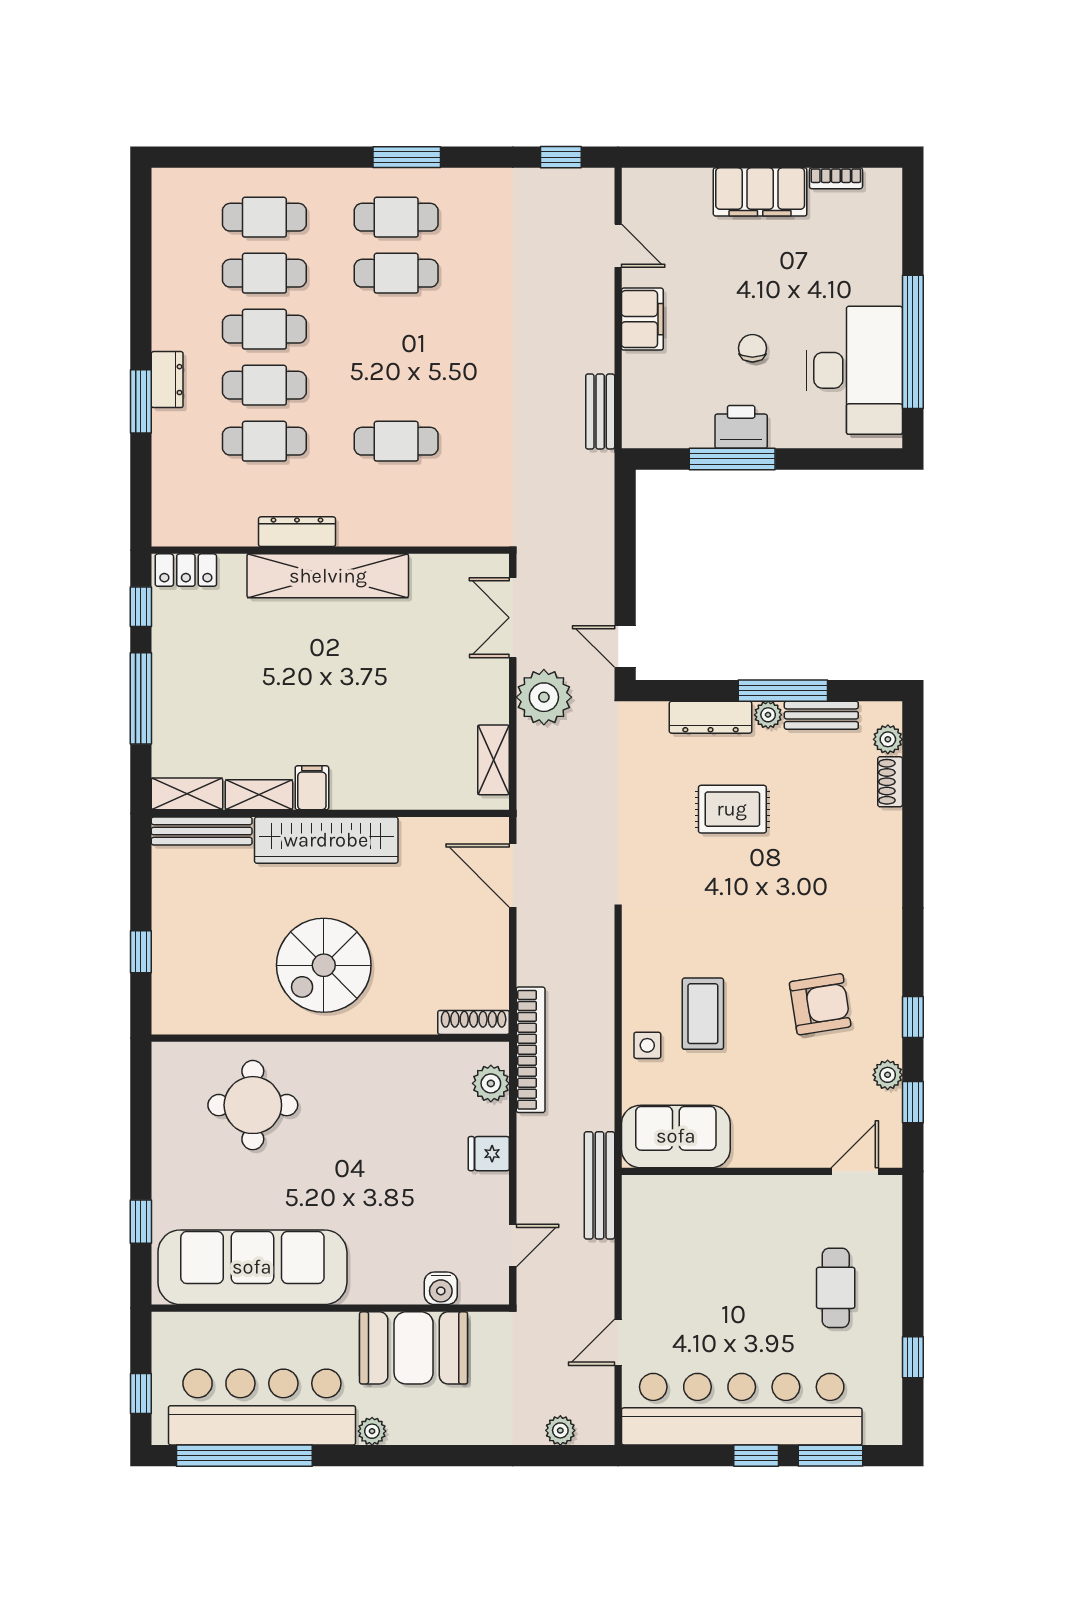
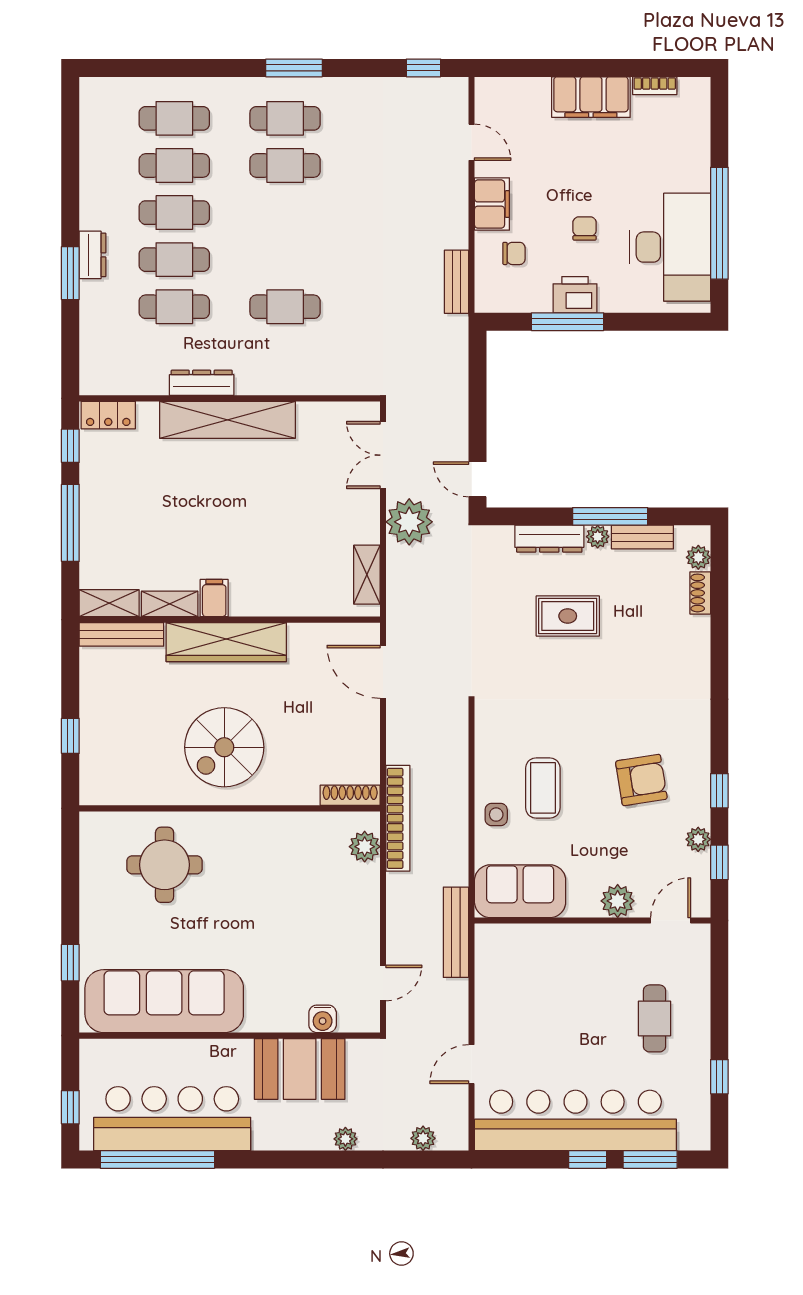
chair: (668, 378) -> (514, 253), added
plant: (792, 1148) -> (618, 901), added
fridge: (489, 1154) -> (363, 906), removed
plant: (372, 1431) -> (345, 1139), moved

